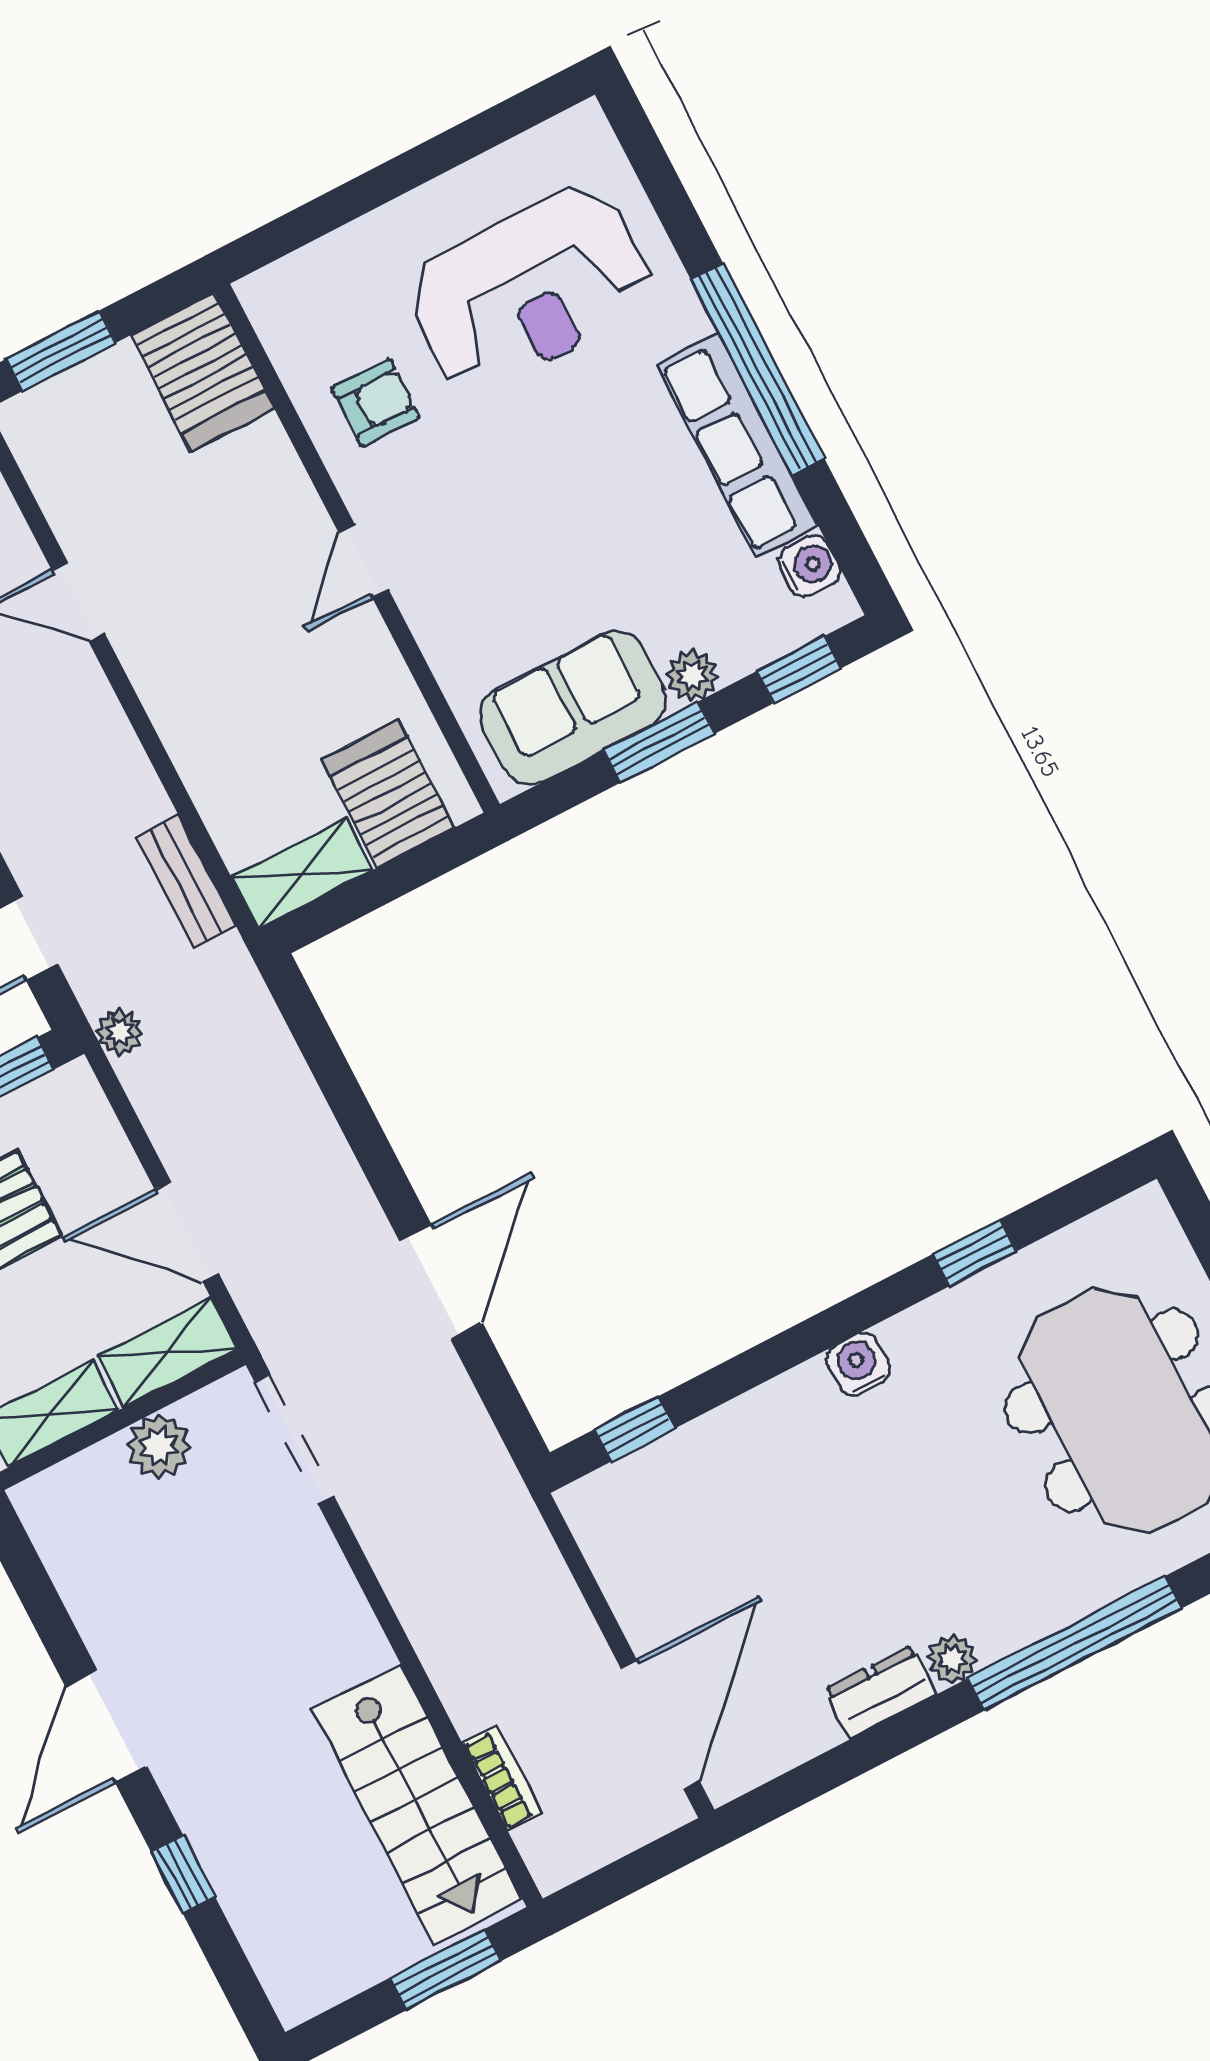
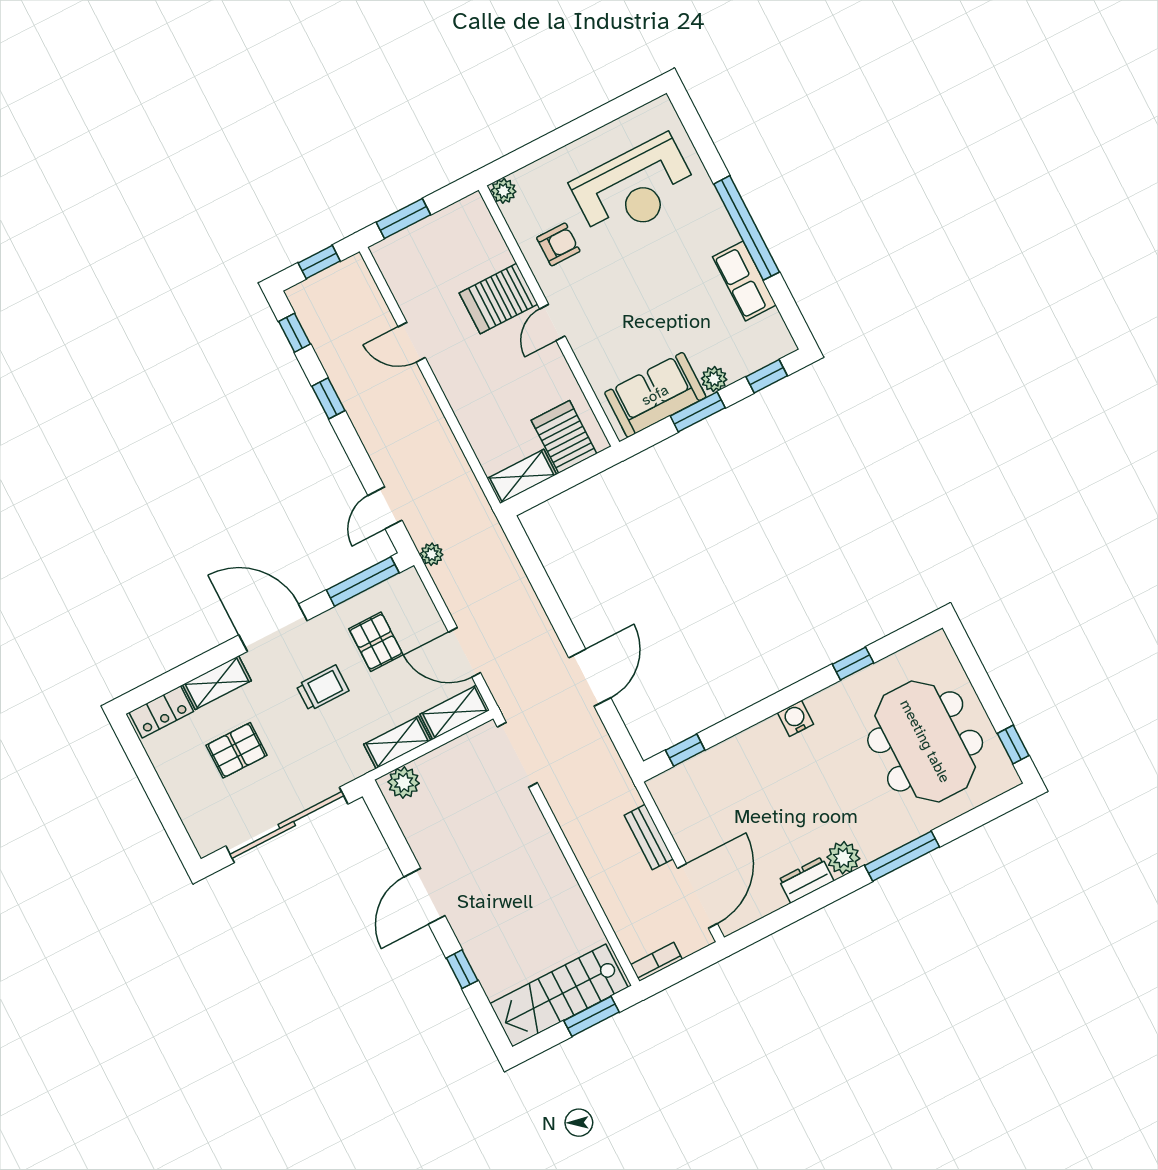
plant: (264, 295) -> (503, 191), added
server rack: (202, 372) -> (499, 299), moved, turned 90
row of seats: (737, 445) -> (744, 281), width x0.68
water cooler: (809, 566) -> (772, 325), removed
bench: (186, 881) -> (649, 837), moved
plant: (159, 1446) -> (404, 783), moved
window: (1075, 1643) -> (902, 856), width x0.68
plant: (952, 1659) -> (843, 858), width x1.38, depth x1.38
bookcase: (503, 1778) -> (656, 962), moved, turned -90
stairs: (417, 1804) -> (559, 995), moved, turned 90

